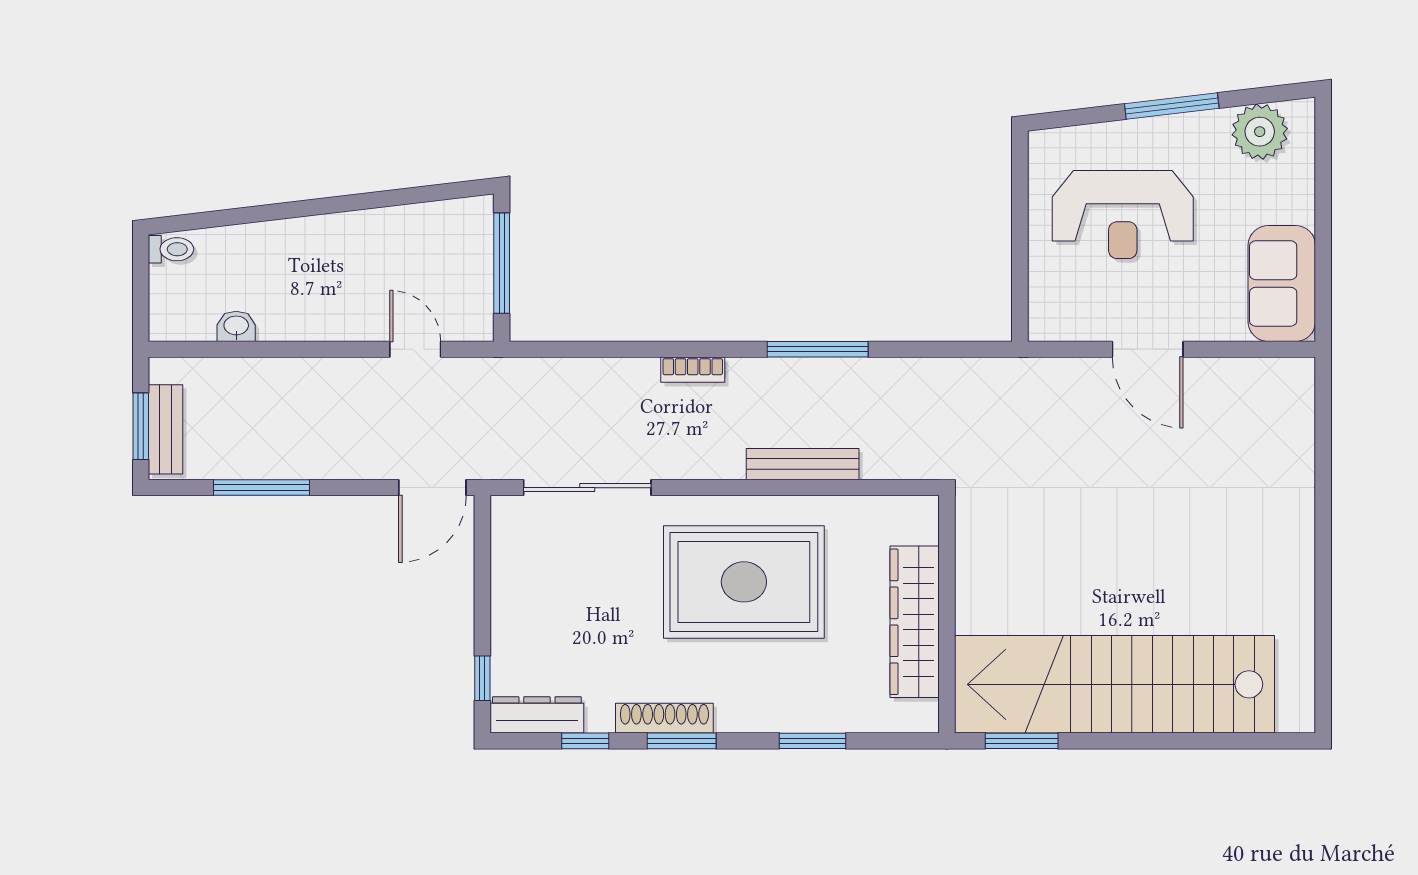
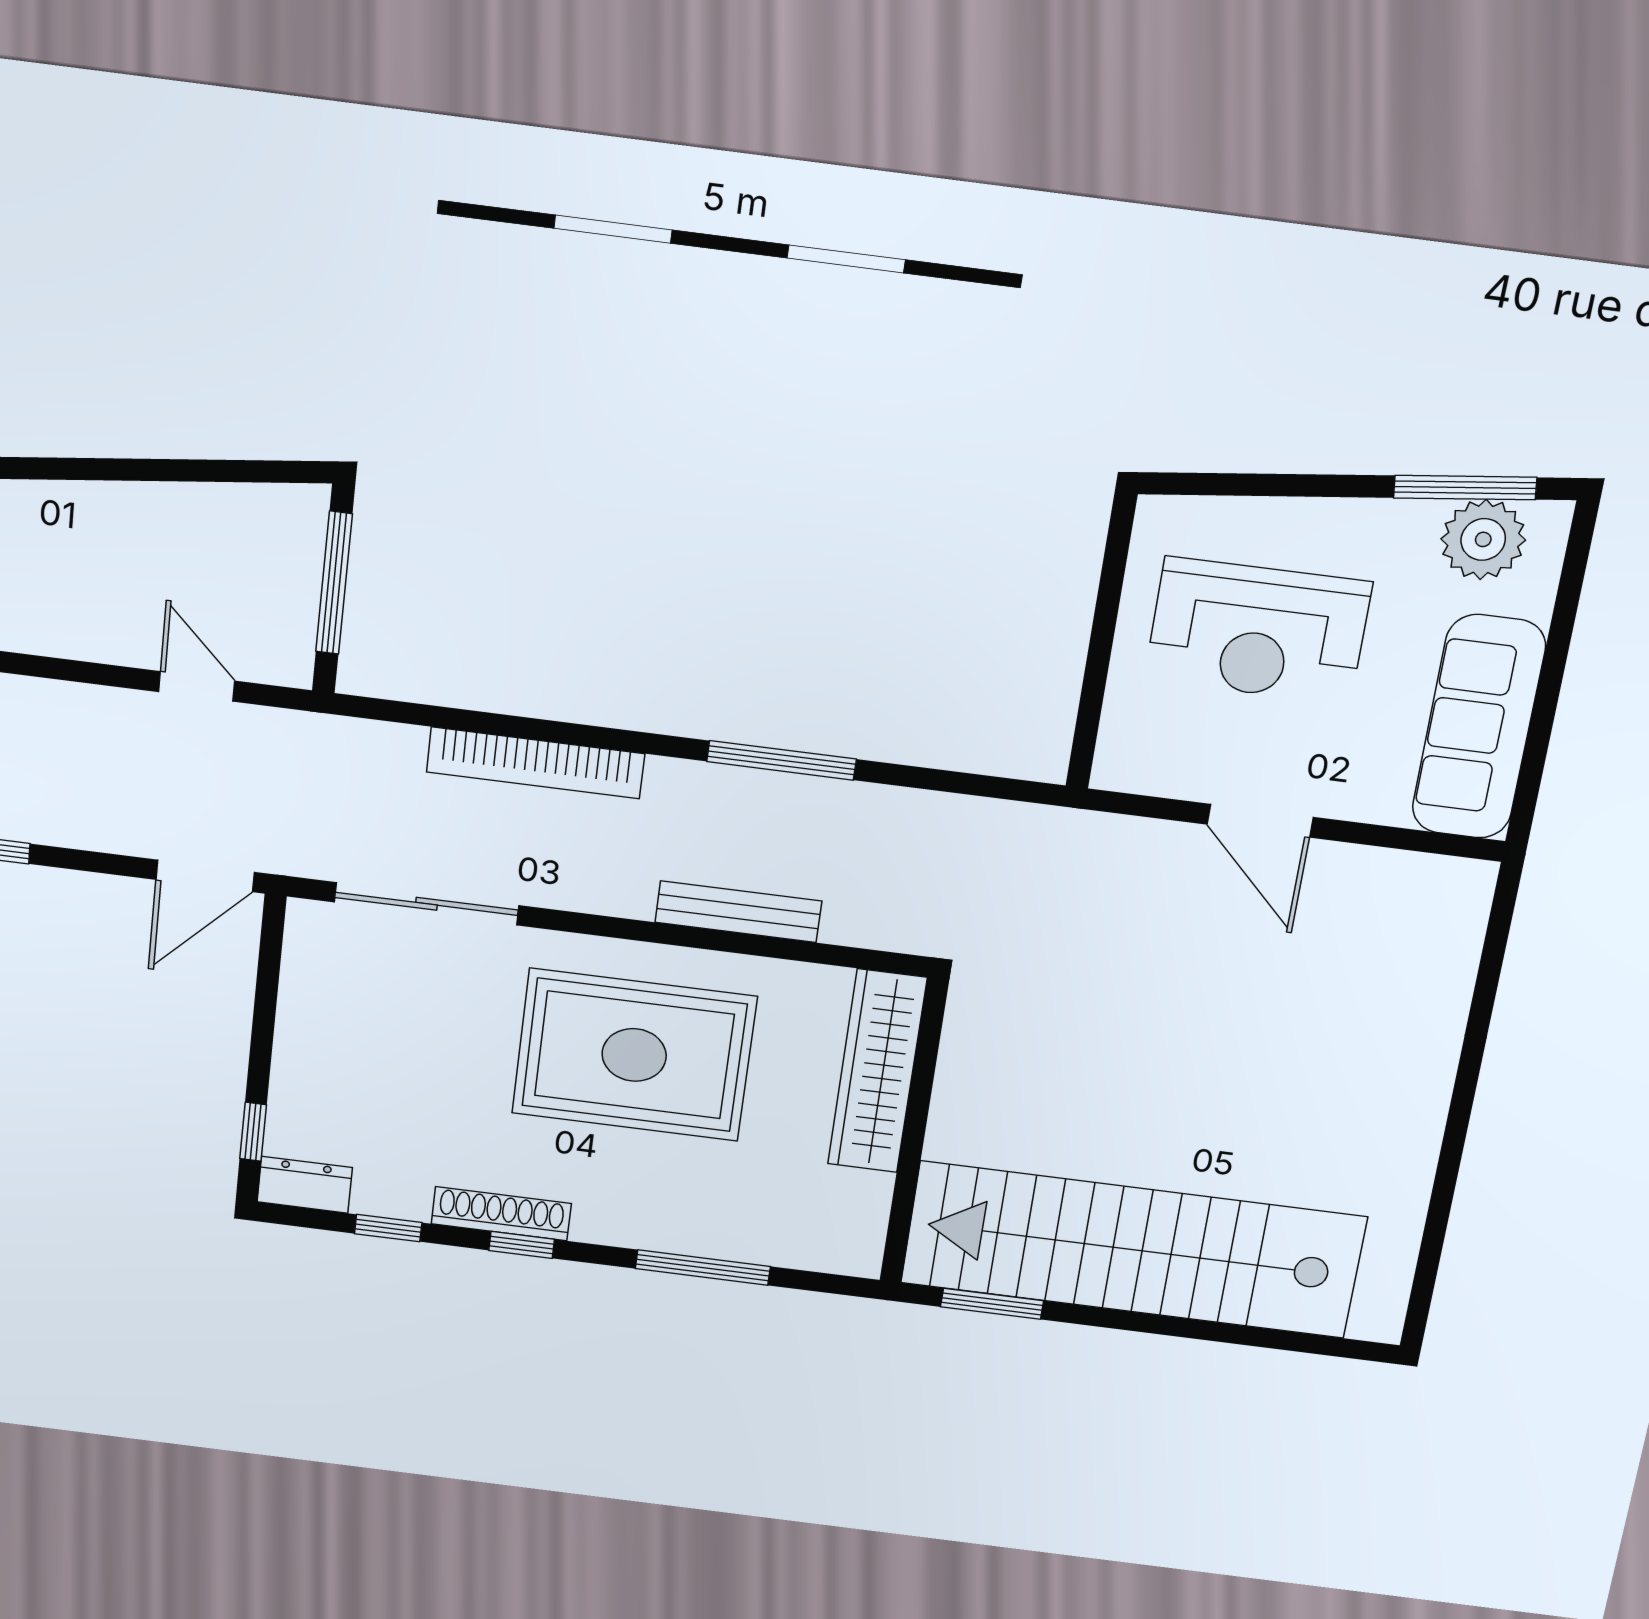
window: (1172, 106) -> (1465, 488), moved
sofa: (1282, 283) -> (1479, 727), width x1.36
bookcase: (693, 370) -> (536, 763), width x2.31, depth x1.31
wardrobe: (915, 622) -> (877, 1071), moved
dresser: (537, 715) -> (305, 1185), width x0.70
window: (682, 741) -> (522, 1245), width x0.67
window: (812, 741) -> (703, 1268), width x1.44

